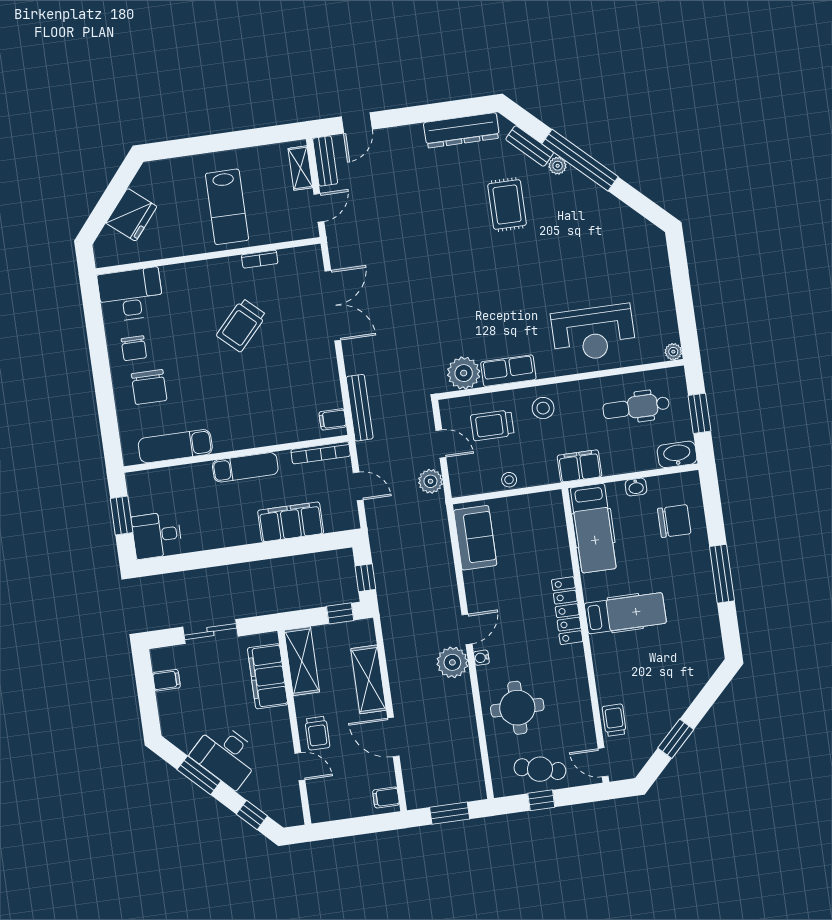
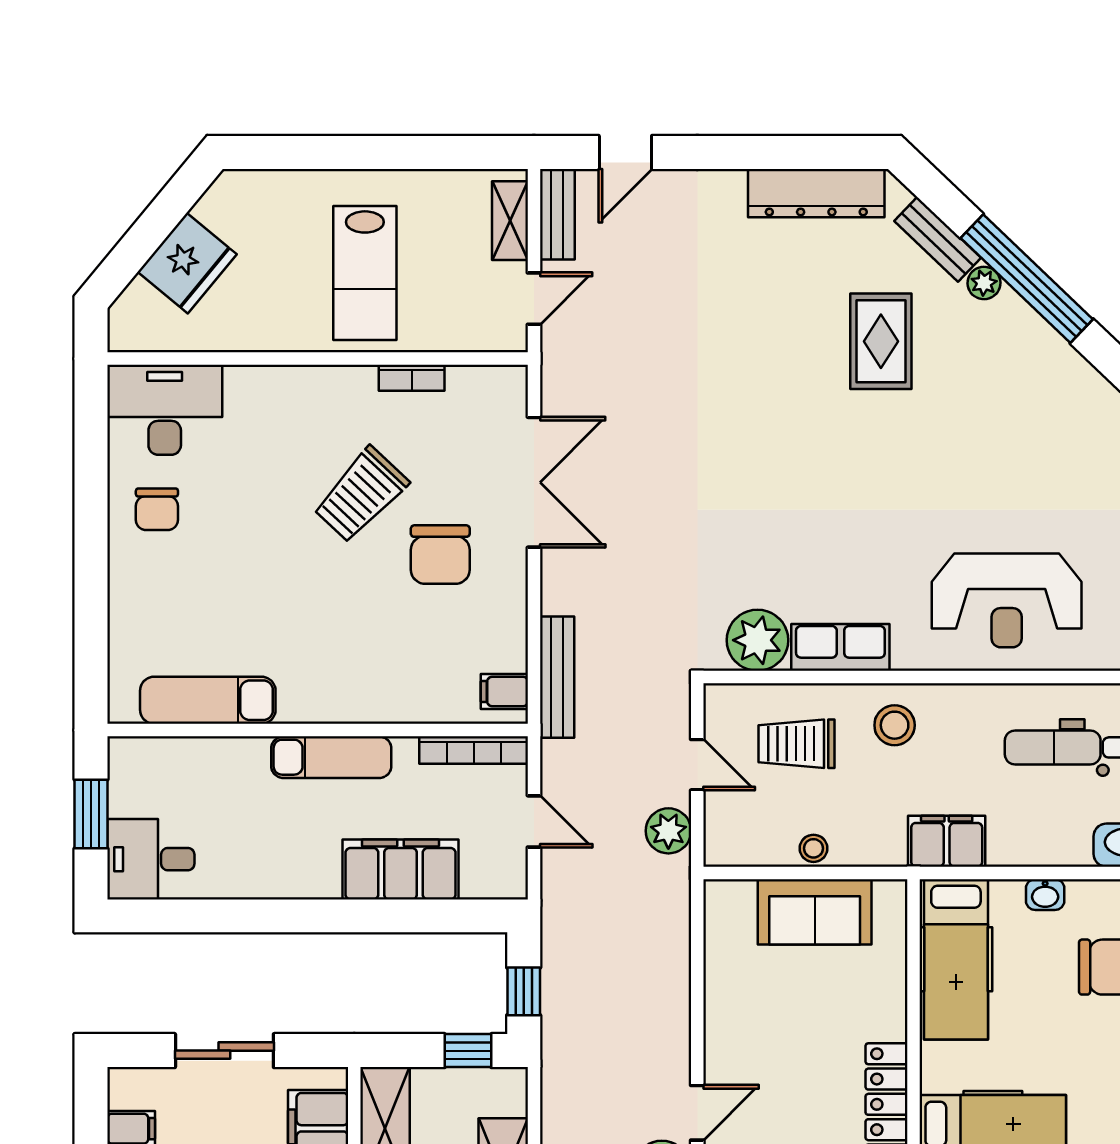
chair: (149, 387) -> (440, 555), moved
sofa: (475, 538) -> (815, 912), moved, turned 90

